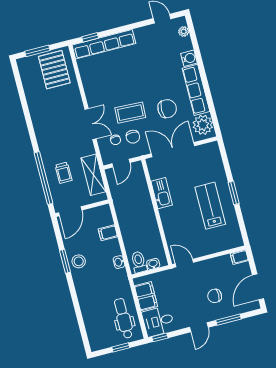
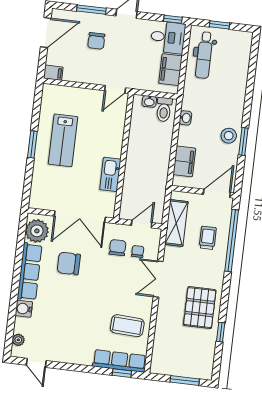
row of seats: (104, 44) -> (119, 361), width x0.73
pallet: (54, 70) -> (200, 308), moved
window: (24, 101) -> (221, 332), added
coffee table: (130, 113) -> (127, 326), moved
filing cabinet: (108, 233) -> (184, 161), width x2.00
door: (184, 263) -> (115, 89), hinge flipped
chair: (215, 296) -> (96, 41), turned 90

